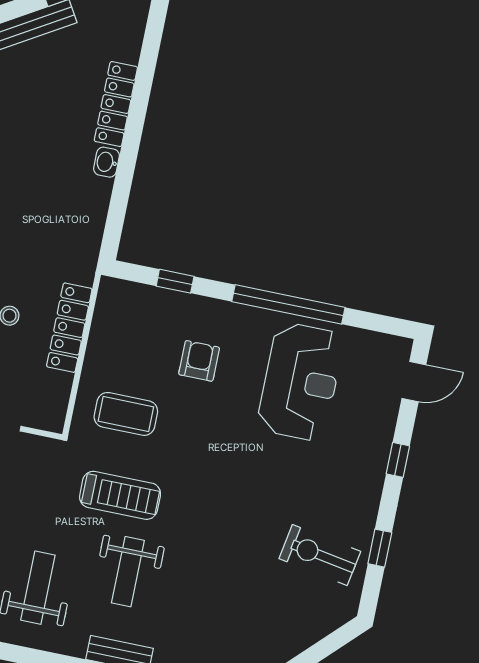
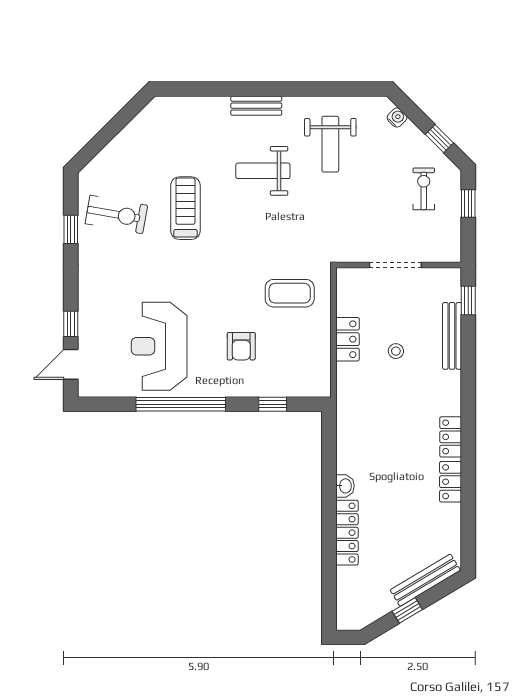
locker: (69, 328) -> (347, 339), width x0.66
window: (398, 460) -> (71, 324), moved
treadmill: (120, 495) -> (185, 208), moved, turned 90
weight bench: (128, 572) -> (263, 171), turned -90

